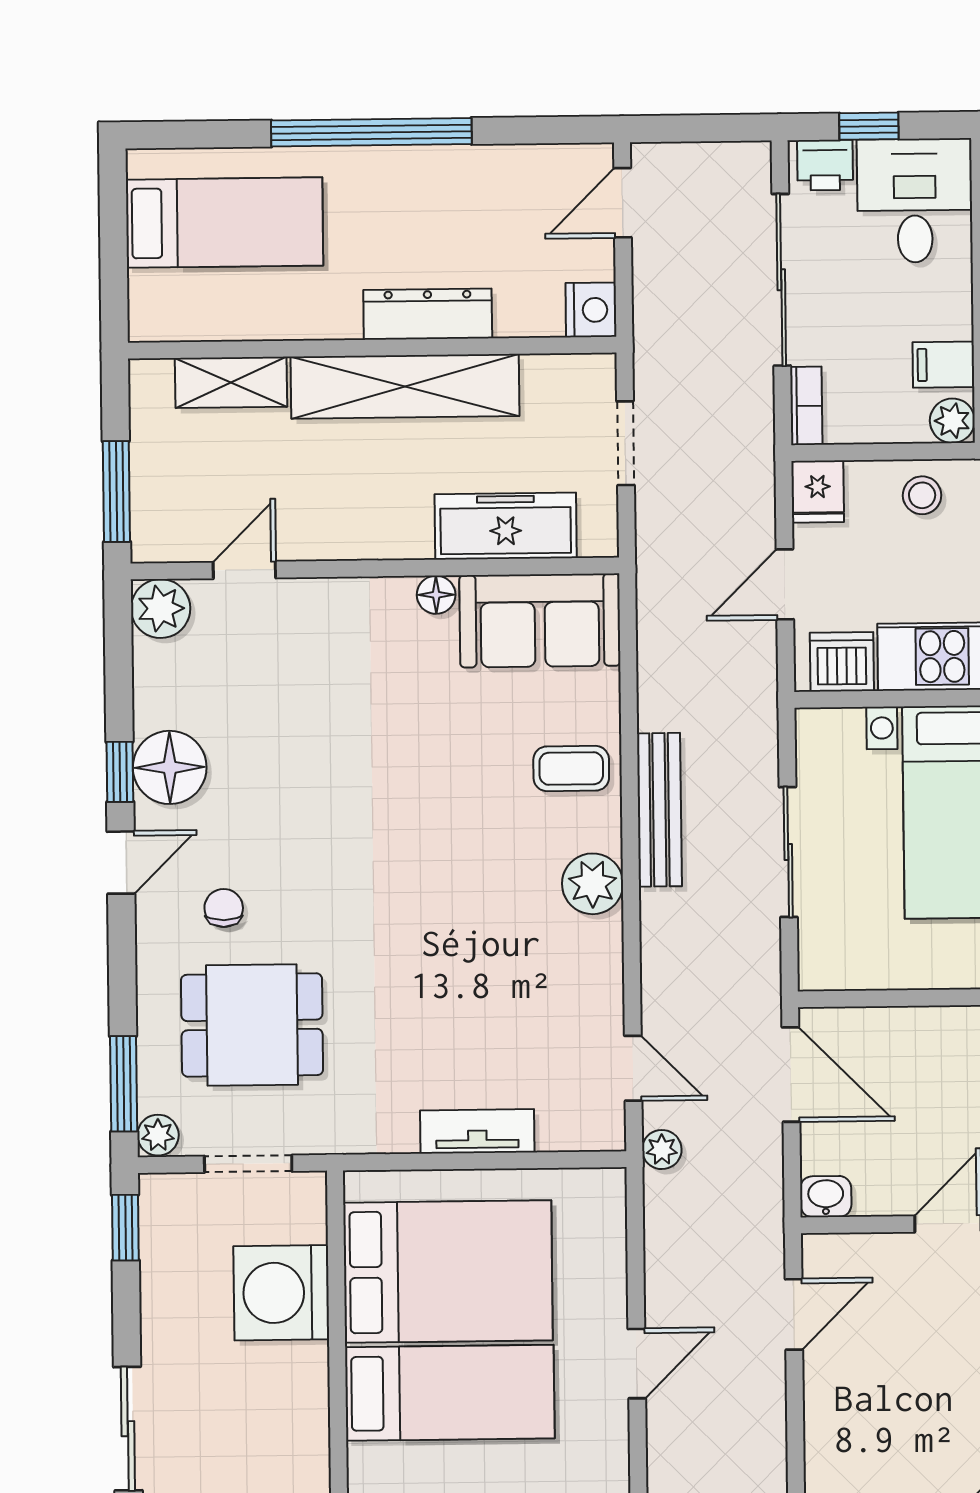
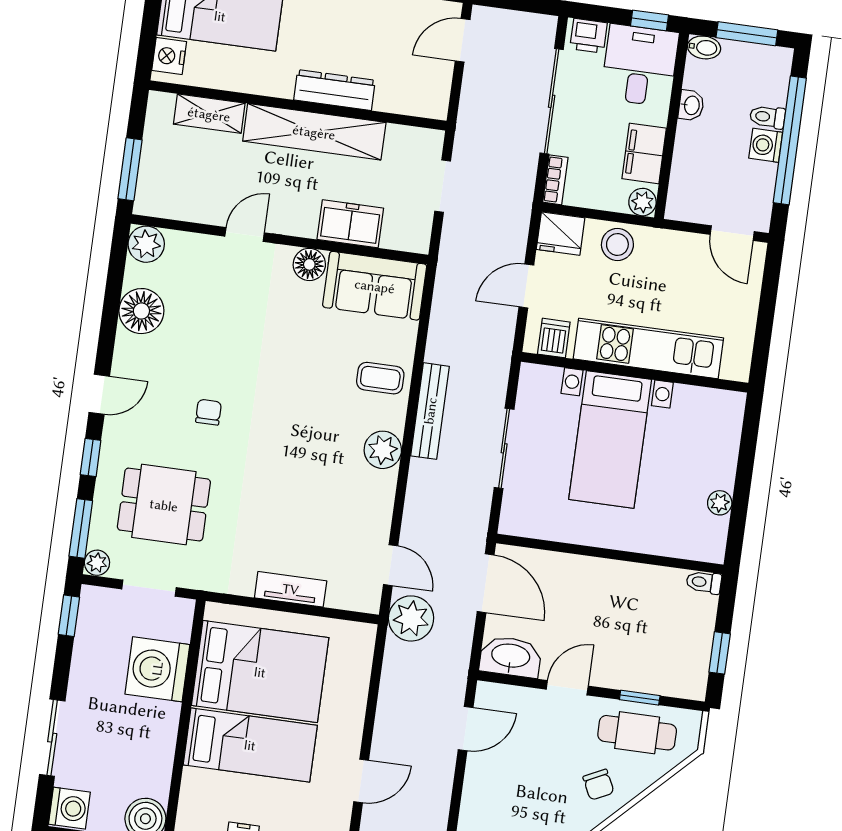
window: (869, 126) -> (649, 20), moved
nightstand: (591, 310) -> (169, 56), moved, turned 180
filing cabinet: (943, 365) -> (644, 153), width x2.00
fridge: (818, 491) -> (561, 234), width x1.38
stool: (922, 495) -> (617, 244), width x1.37, depth x1.37
freezer: (506, 526) -> (350, 224), width x0.71
door: (244, 570) -> (245, 234), moved
floor lamp: (436, 595) -> (309, 264), width x1.37, depth x1.37
dishwasher: (842, 662) -> (554, 338), width x0.73
floor lamp: (170, 767) -> (141, 311), moved
window: (120, 772) -> (91, 457), moved
chair: (224, 908) -> (208, 412), moved
plant: (662, 1150) -> (411, 618), width x1.88, depth x1.88
washbasin: (826, 1197) -> (511, 657), width x1.91, depth x1.45
door: (637, 1364) -> (361, 781), moved

